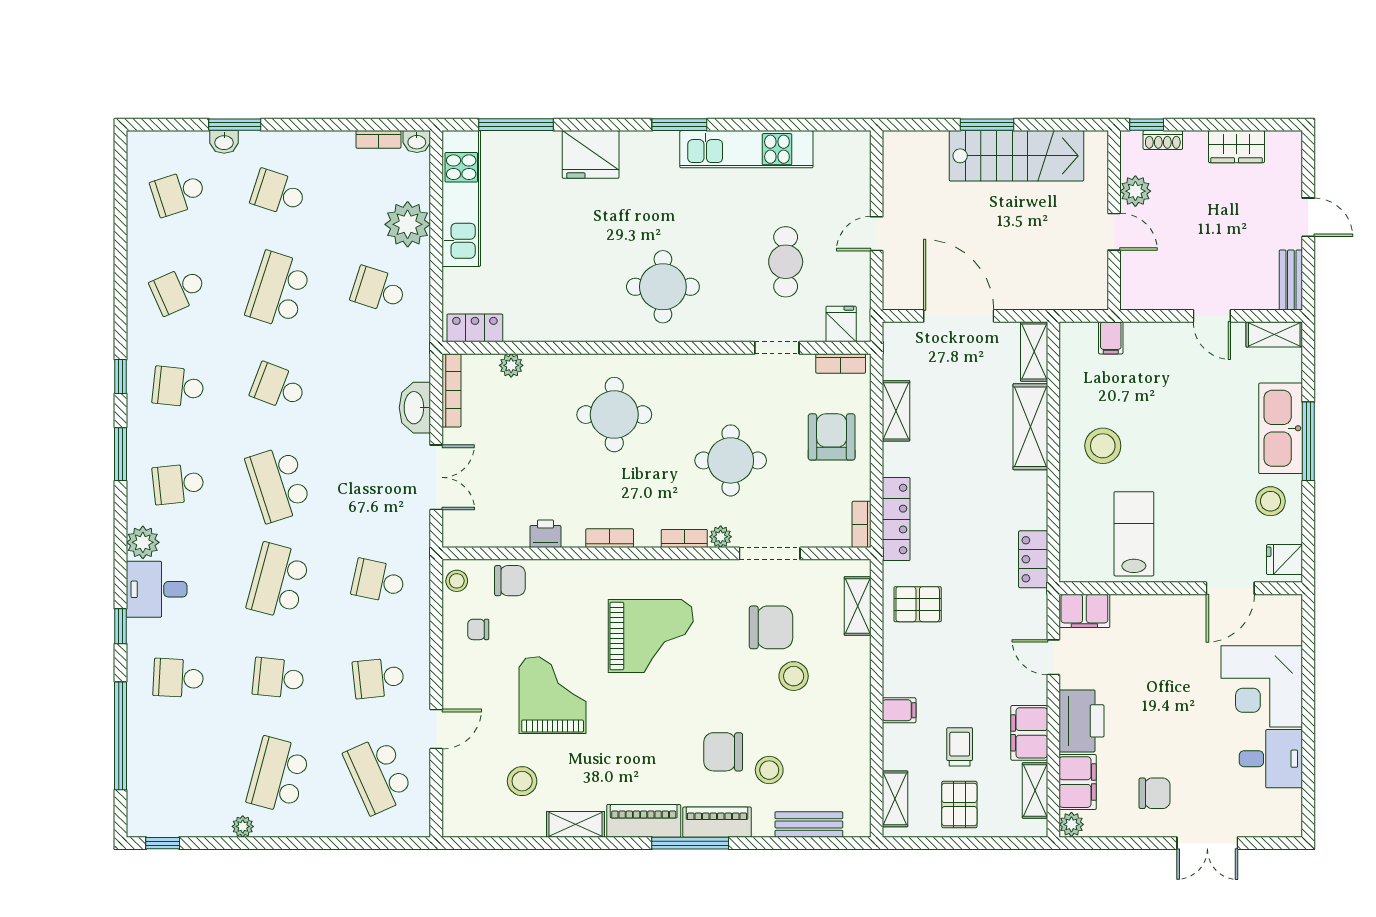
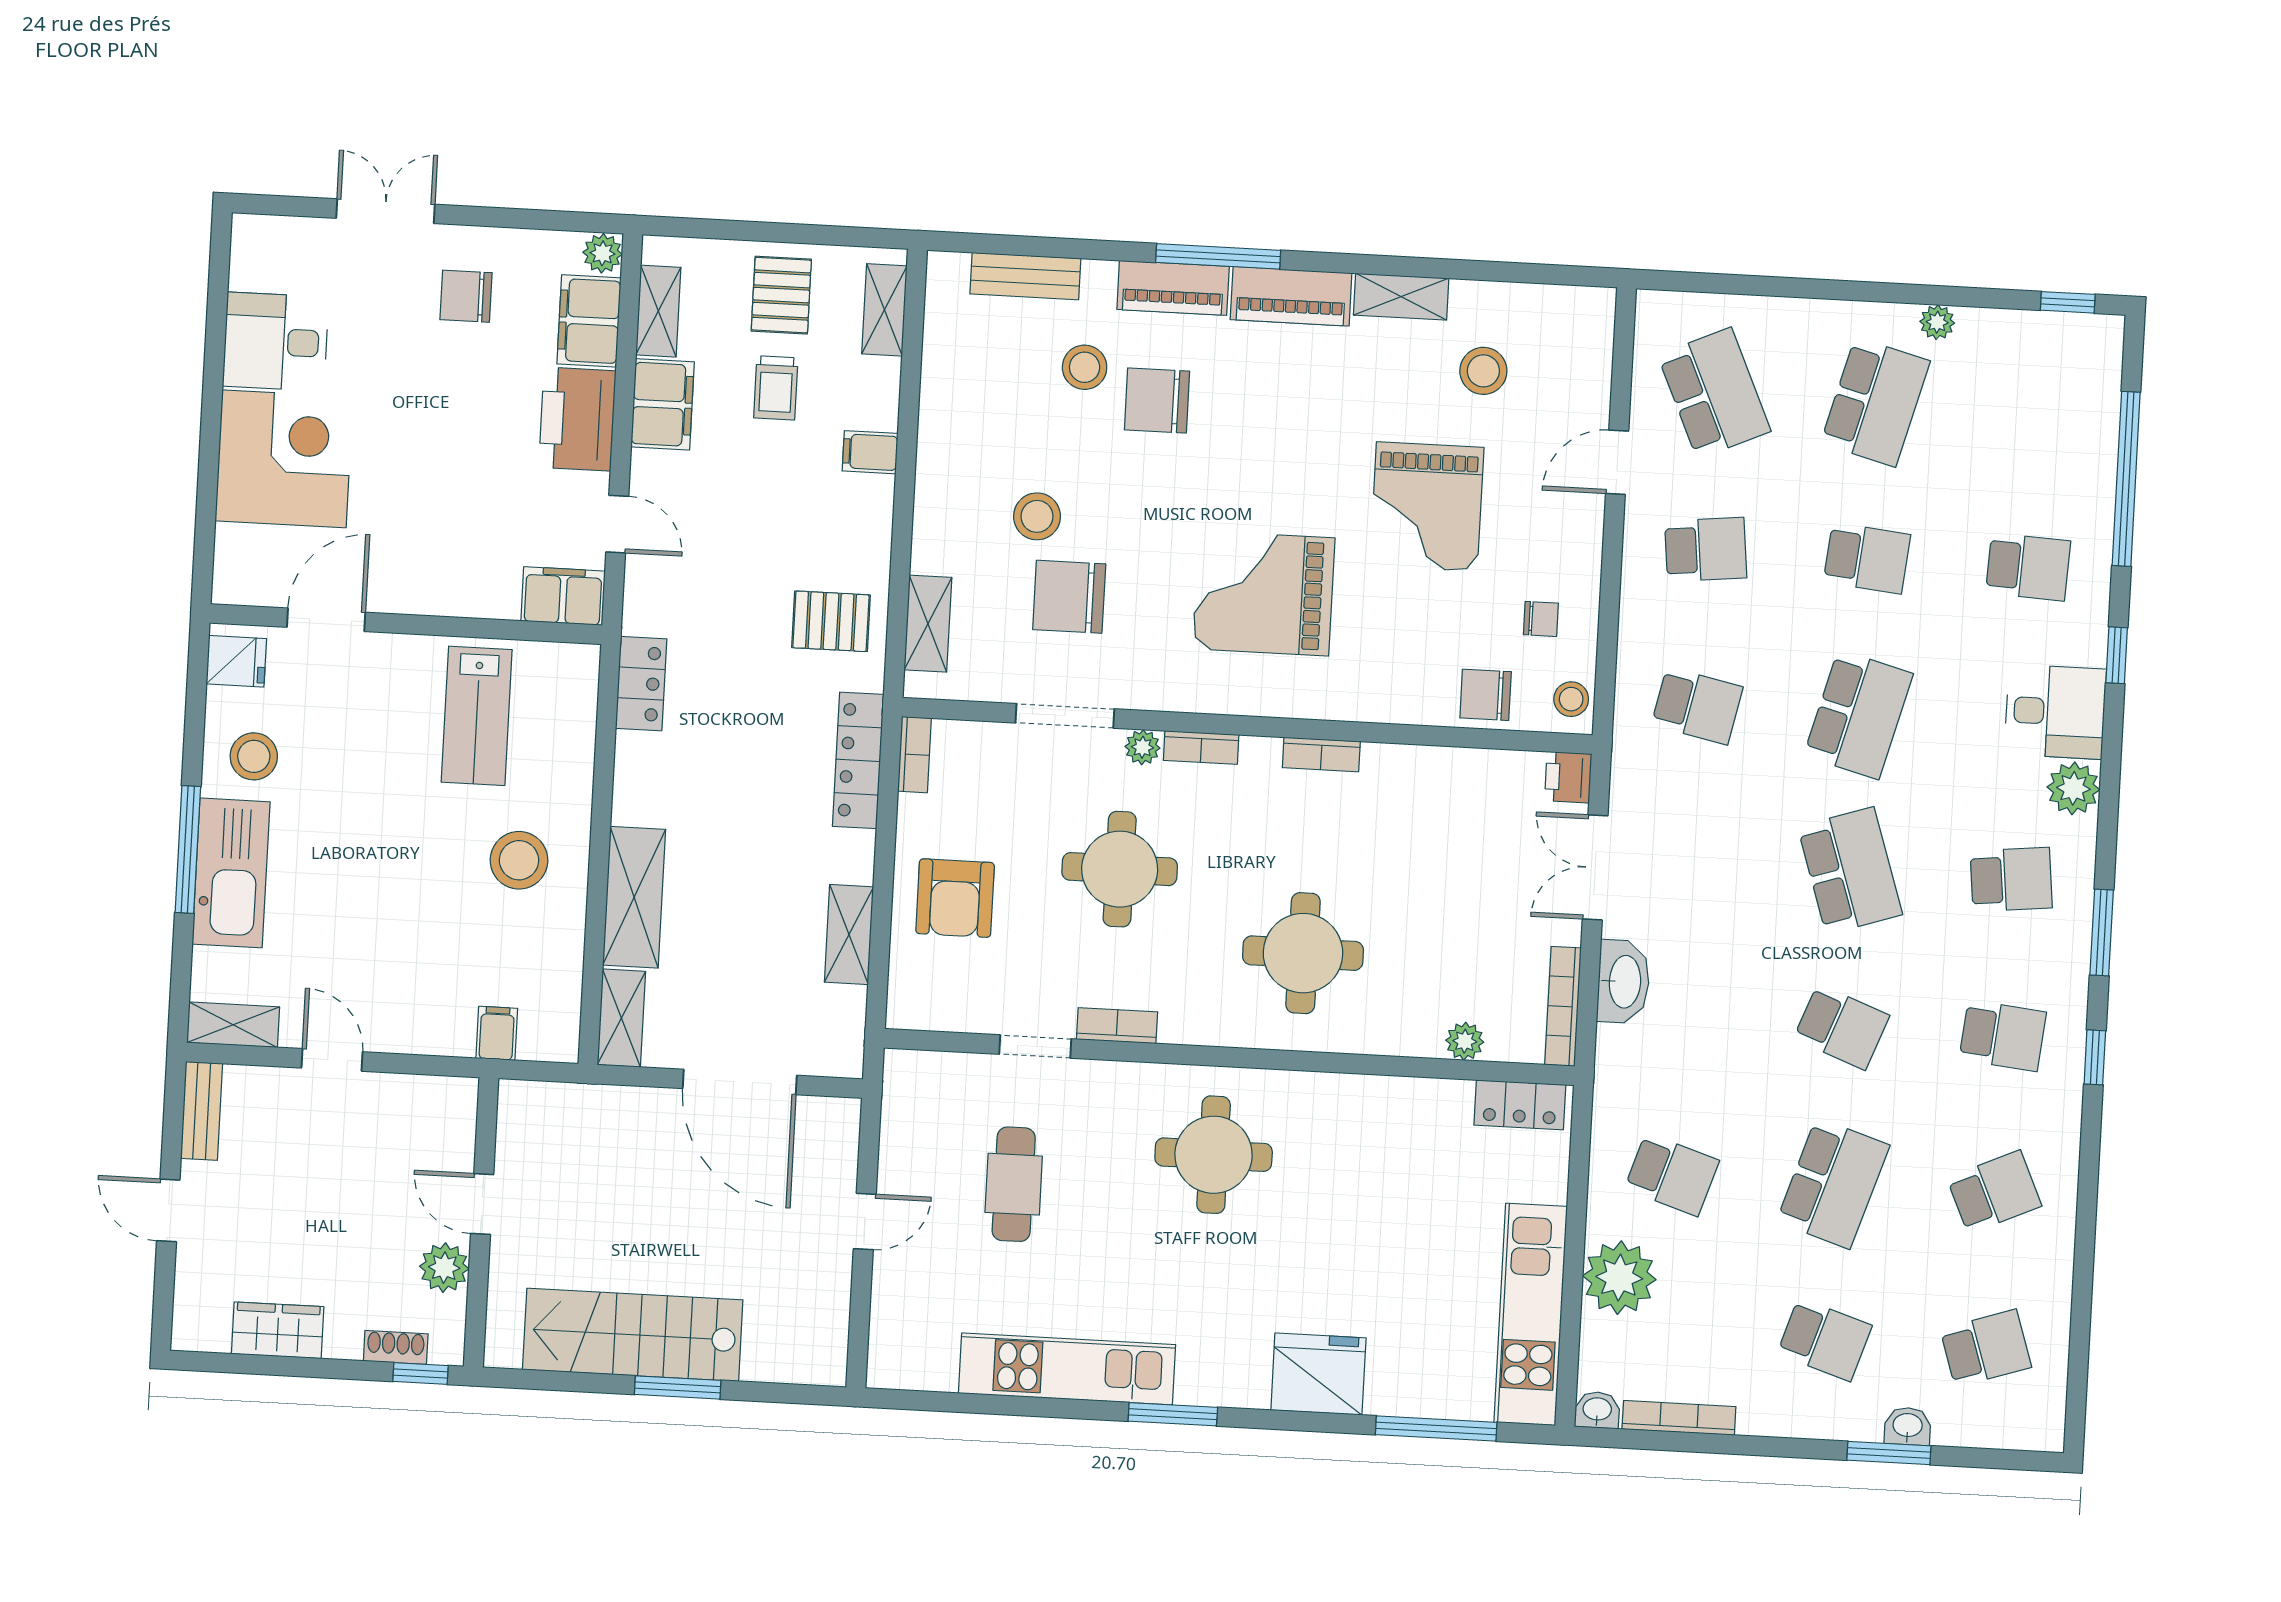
bookcase: (378, 139) -> (1679, 1418), width x1.56
fridge: (841, 324) -> (930, 1079), removed
bookcase: (841, 363) -> (1117, 1026), moved
printer: (545, 534) -> (1568, 777), moved, turned 90
chair: (723, 752) -> (1157, 401), turned 180

